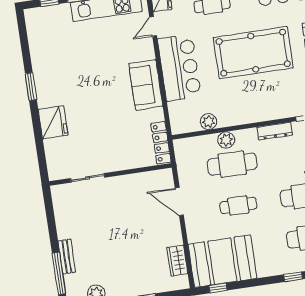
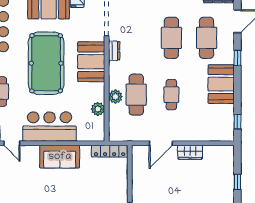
booth: (263, 105) -> (91, 62), added
dresser: (275, 131) -> (114, 51), width x0.70
wardrobe: (177, 261) -> (190, 152), moved
booth: (222, 261) -> (221, 84), moved, width x0.73, depth x0.70

